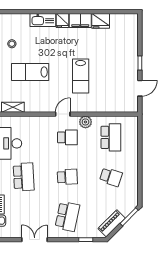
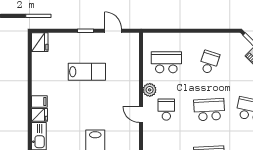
filing cabinet: (80, 20) -> (39, 101), width x0.50
fridge: (101, 21) -> (40, 42), moved
lab bench: (81, 76) -> (87, 72), moved
school desk: (67, 177) -> (209, 110), width x1.85

